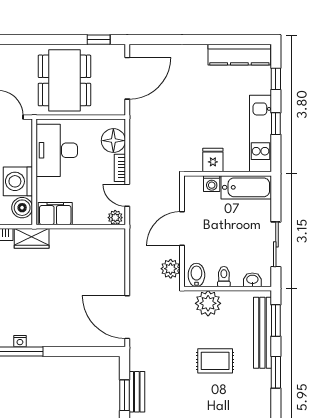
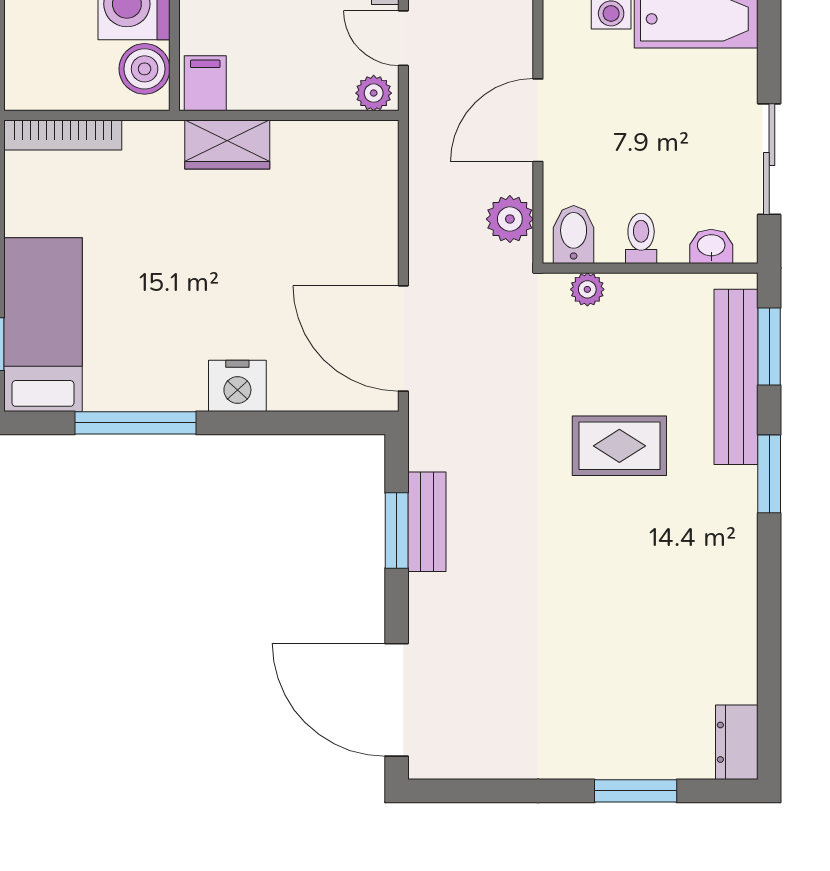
filing cabinet: (55, 214) -> (205, 83), width x0.50
wardrobe: (32, 238) -> (227, 145), moved
plant: (208, 303) -> (587, 289), width x0.53, depth x0.53
nightstand: (20, 341) -> (237, 386), moved, width x1.89, depth x1.79

